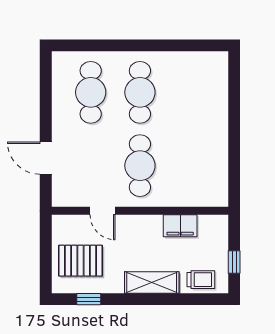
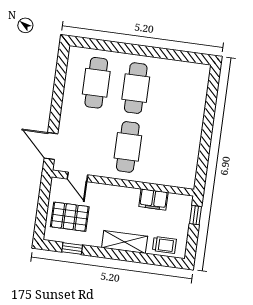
door: (46, 158) -> (51, 146), moved
door: (103, 211) -> (77, 177), moved
window: (234, 262) -> (196, 215), moved

